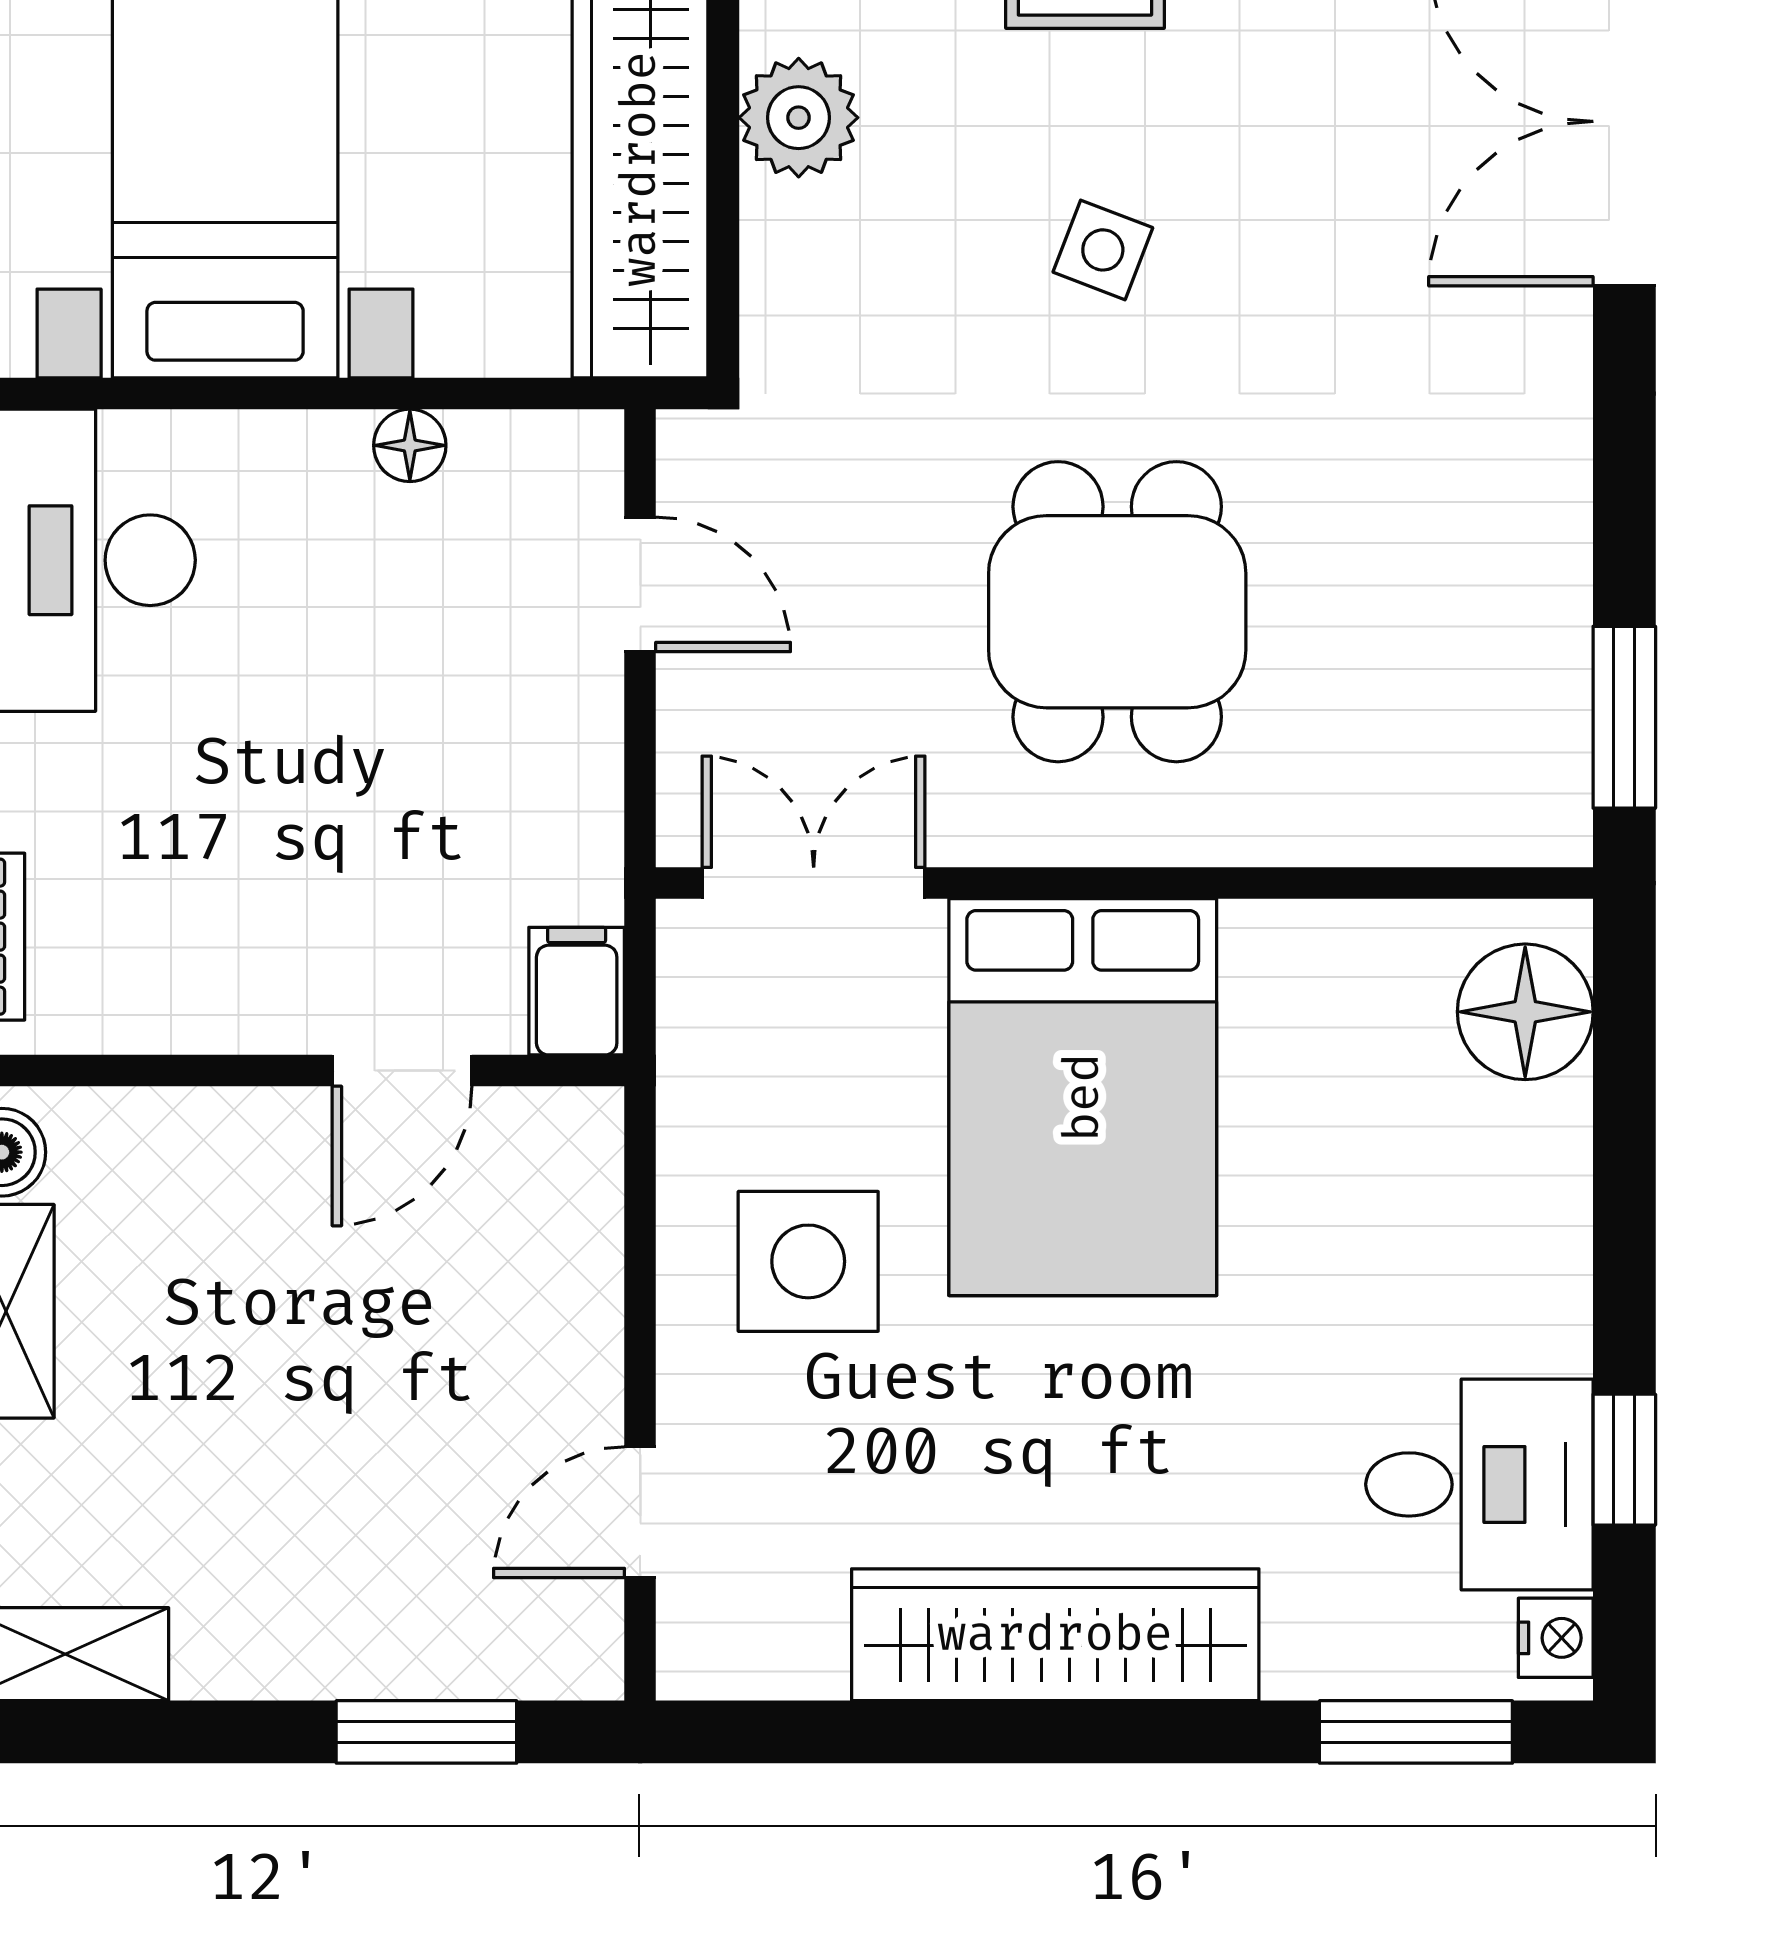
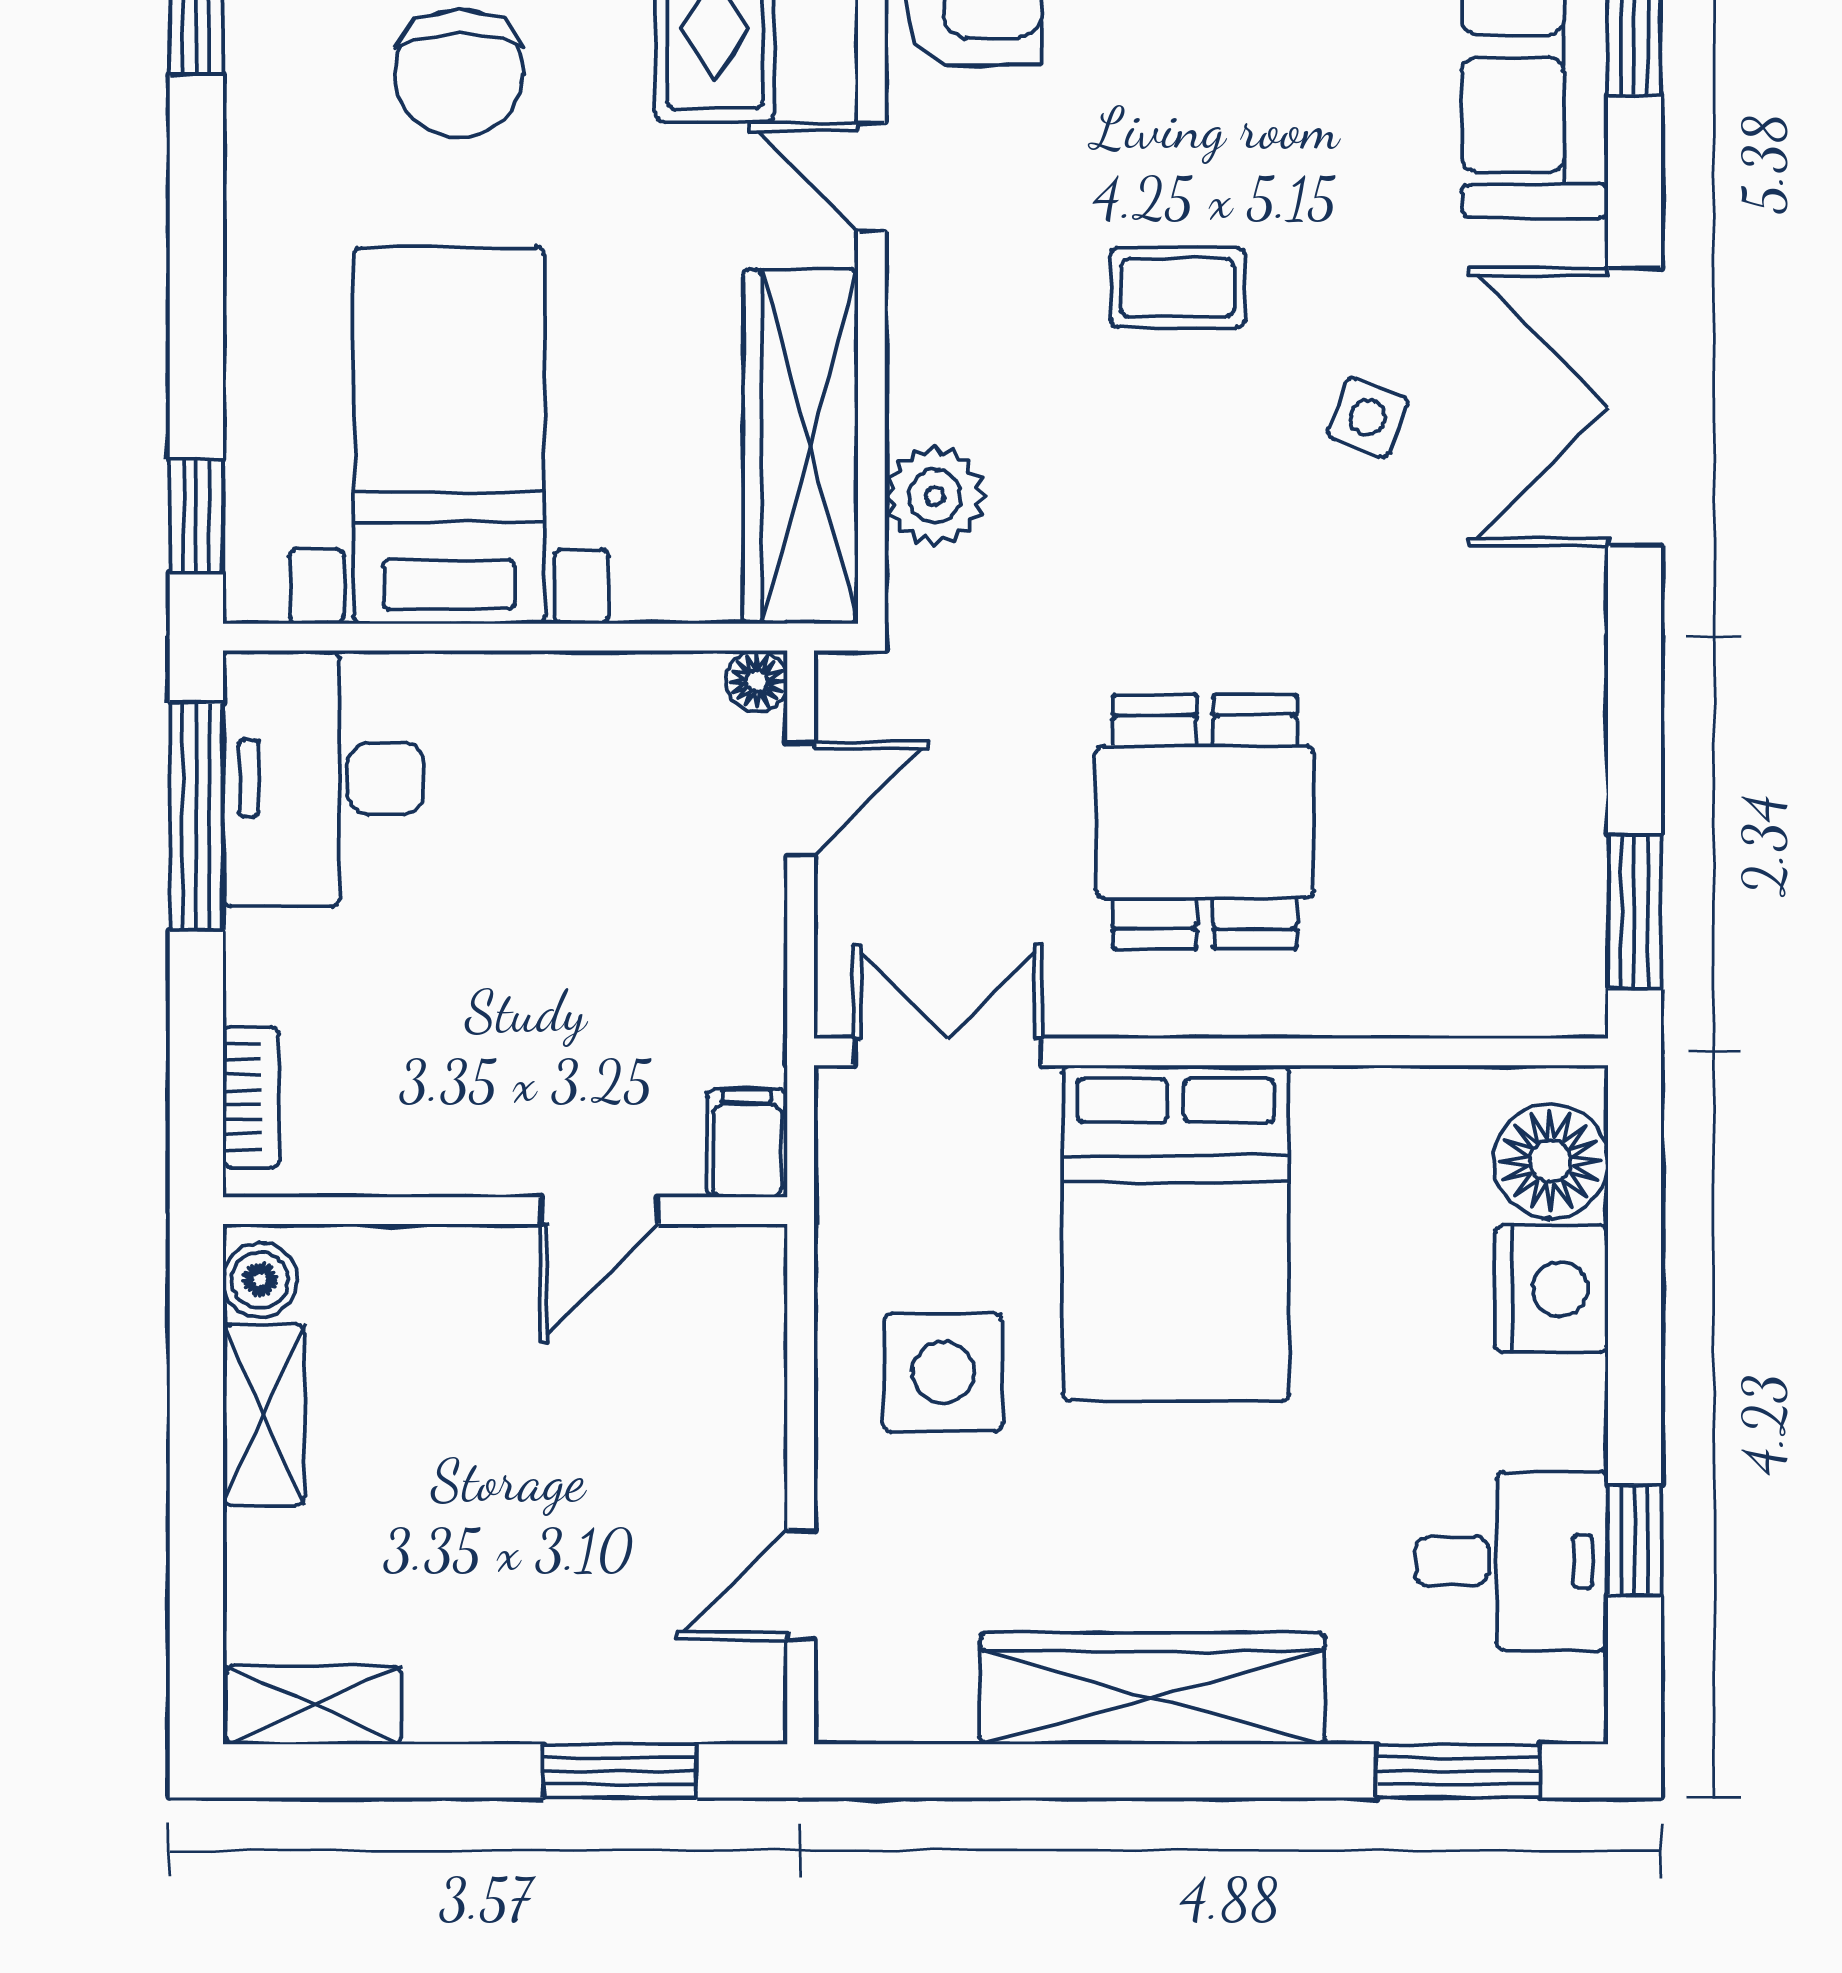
plant: (799, 118) -> (935, 496), moved
side table: (1103, 250) -> (1368, 417), moved
floor lamp: (410, 445) -> (757, 681), moved
door: (640, 584) -> (801, 799), hinge flipped
nightstand: (1556, 1638) -> (1551, 1289), moved, width x1.89, depth x1.79

